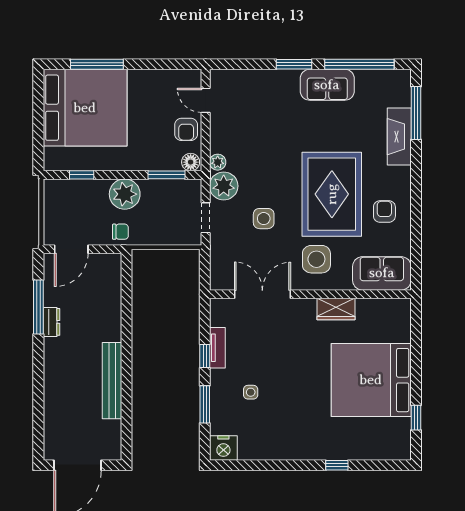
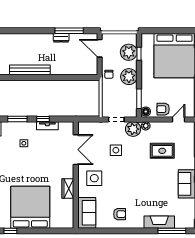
plant: (79, 194) -> (129, 52), added
rug: (332, 194) -> (162, 151), moved, width x0.54, depth x0.49

